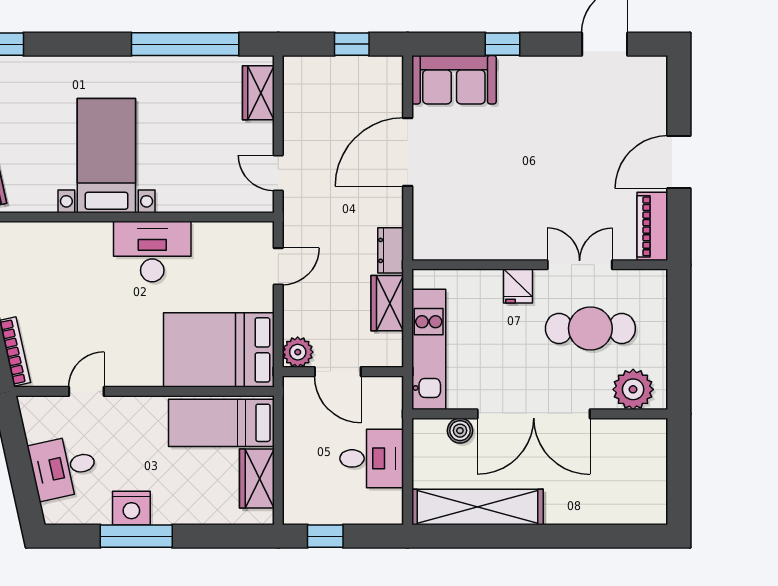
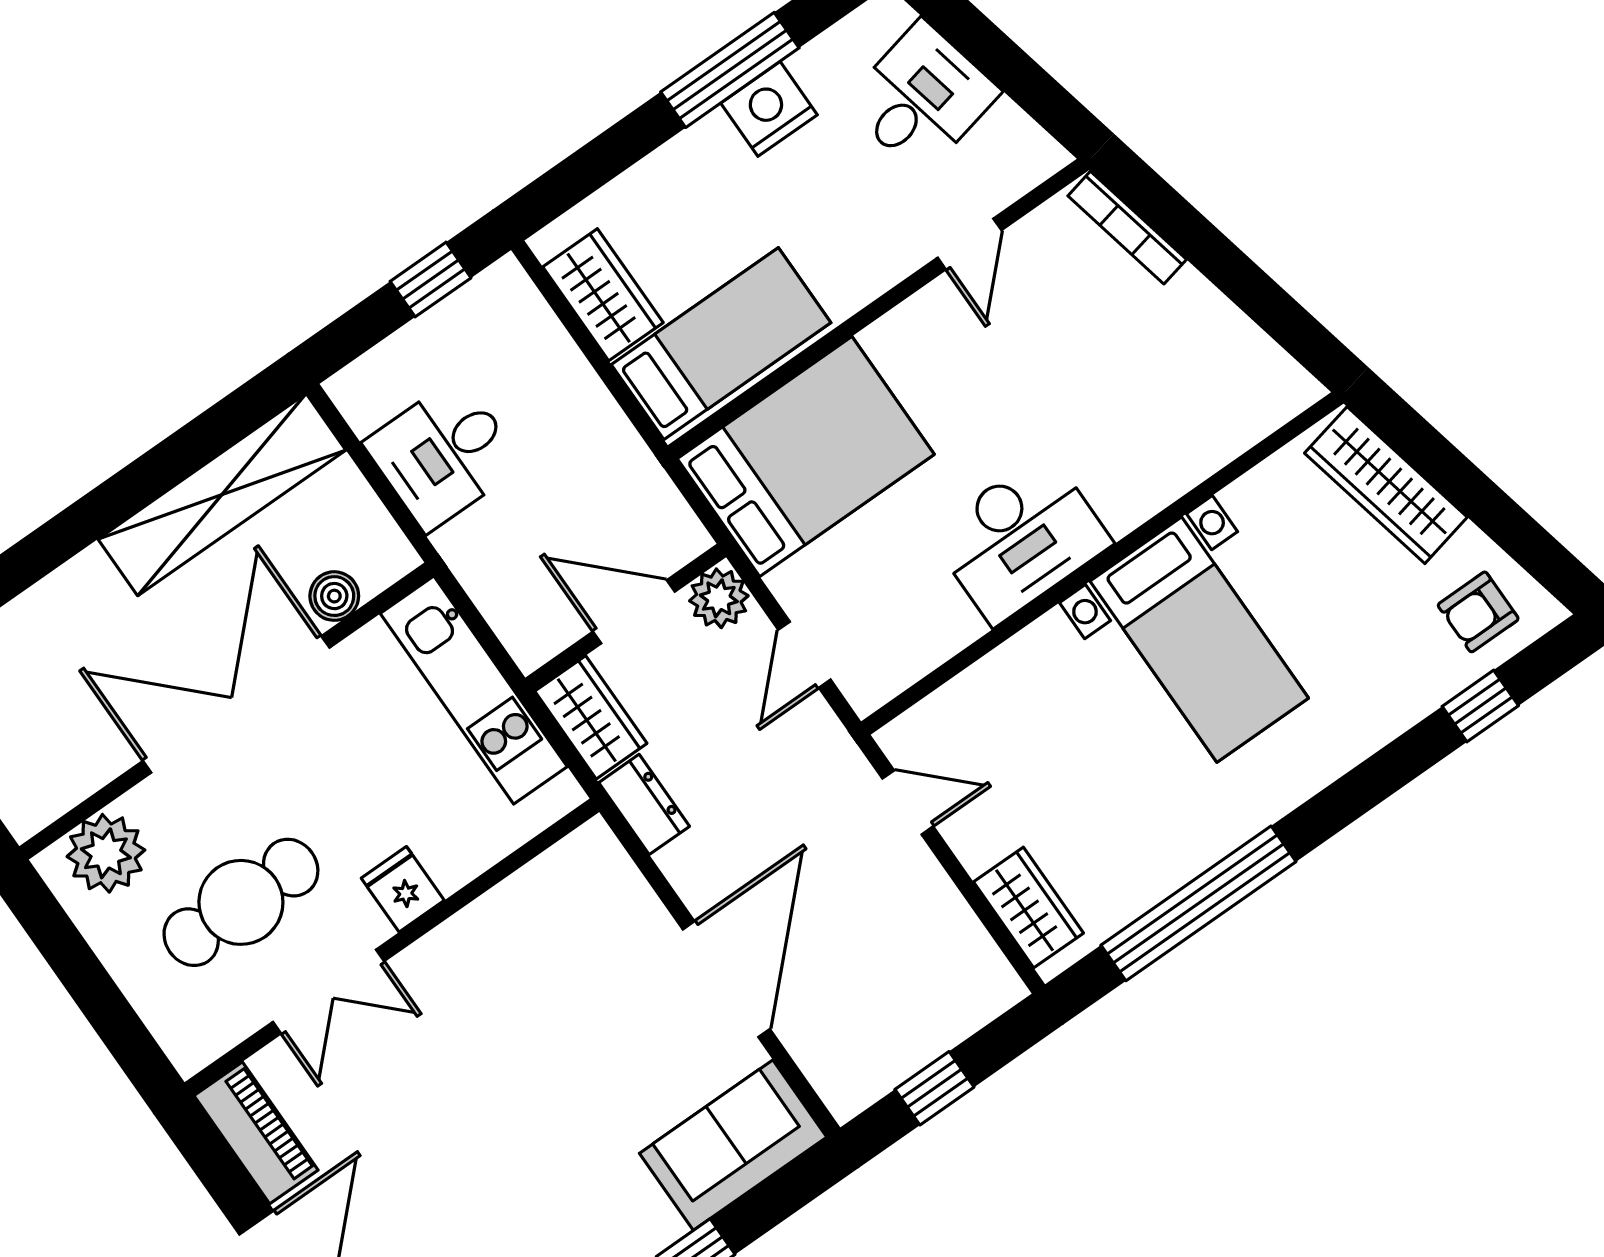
plant: (298, 352) -> (719, 598), moved
door: (338, 372) -> (634, 612), moved
wall: (343, 372) -> (626, 617), moved

